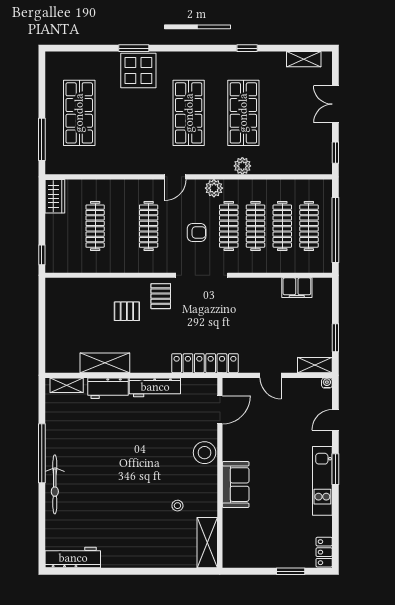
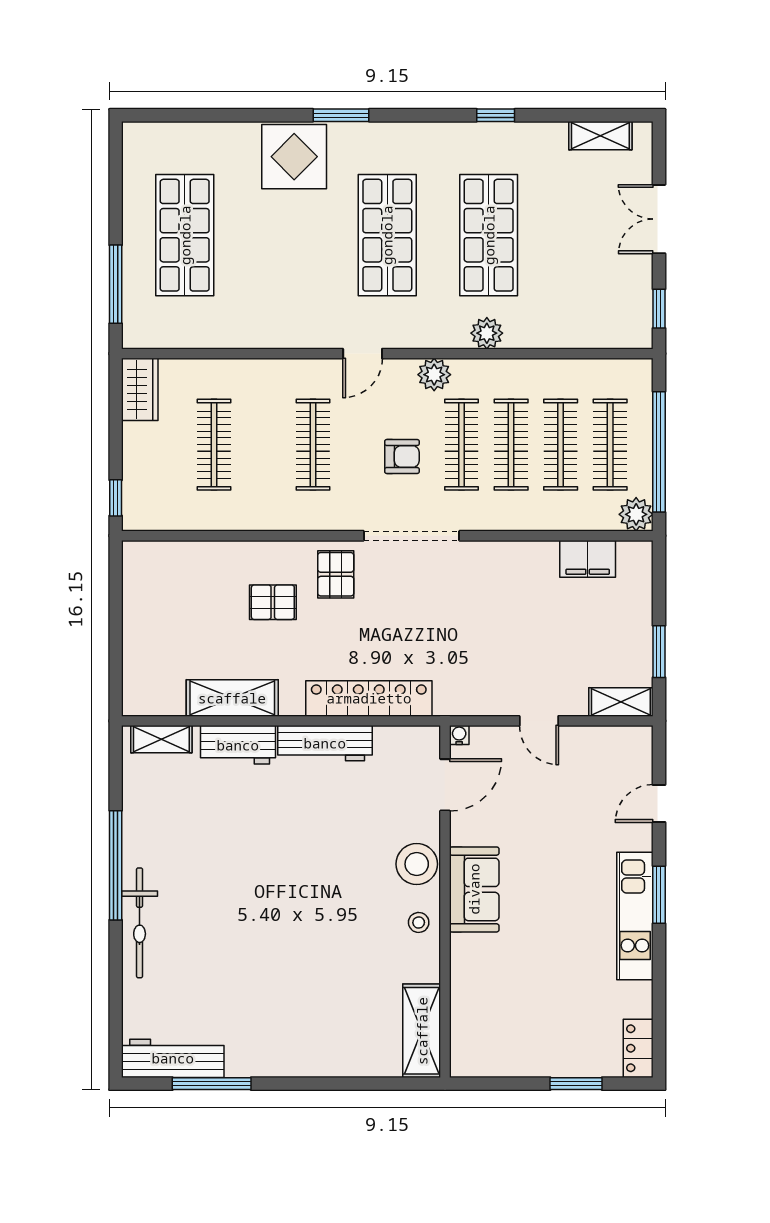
window: (134, 48) -> (341, 115), moved
plant: (323, 264) -> (636, 514), added
locker: (205, 363) -> (369, 698), moved
water cooler: (327, 383) -> (459, 735), moved
sofa: (236, 485) -> (474, 889), moved
stool: (177, 506) -> (419, 922), moved
window: (94, 571) -> (212, 1084), added

